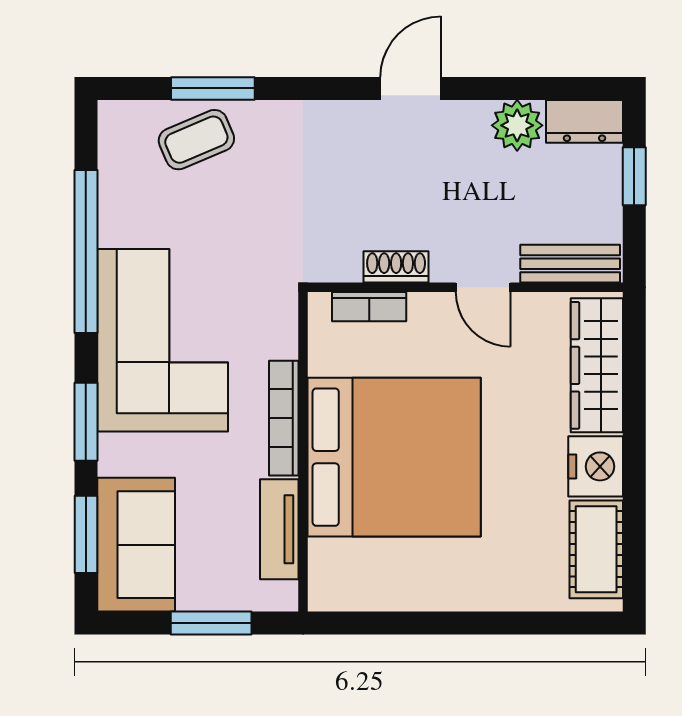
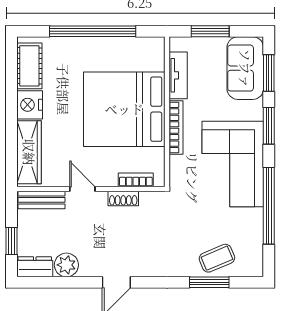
window: (461, 623) -> (93, 31), added

